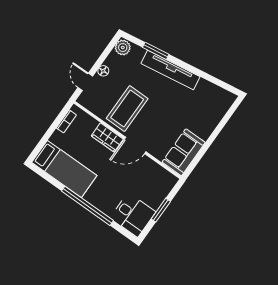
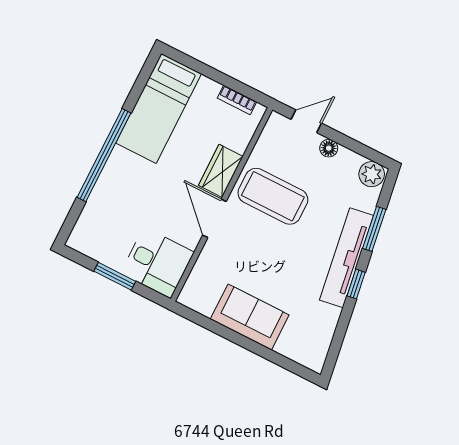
window: (187, 67) -> (356, 284), added
sofa: (184, 152) -> (250, 317), moved
desk: (133, 215) -> (157, 263), moved, turned -90

